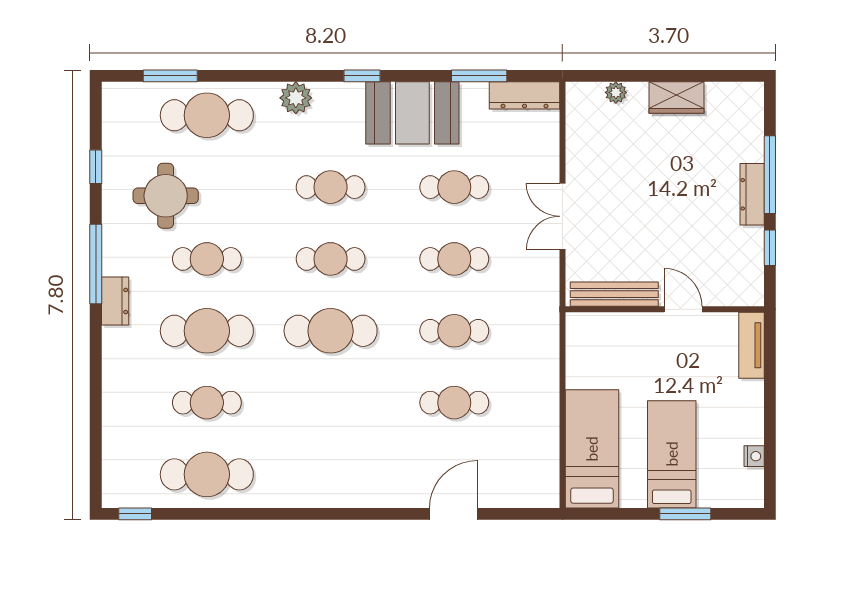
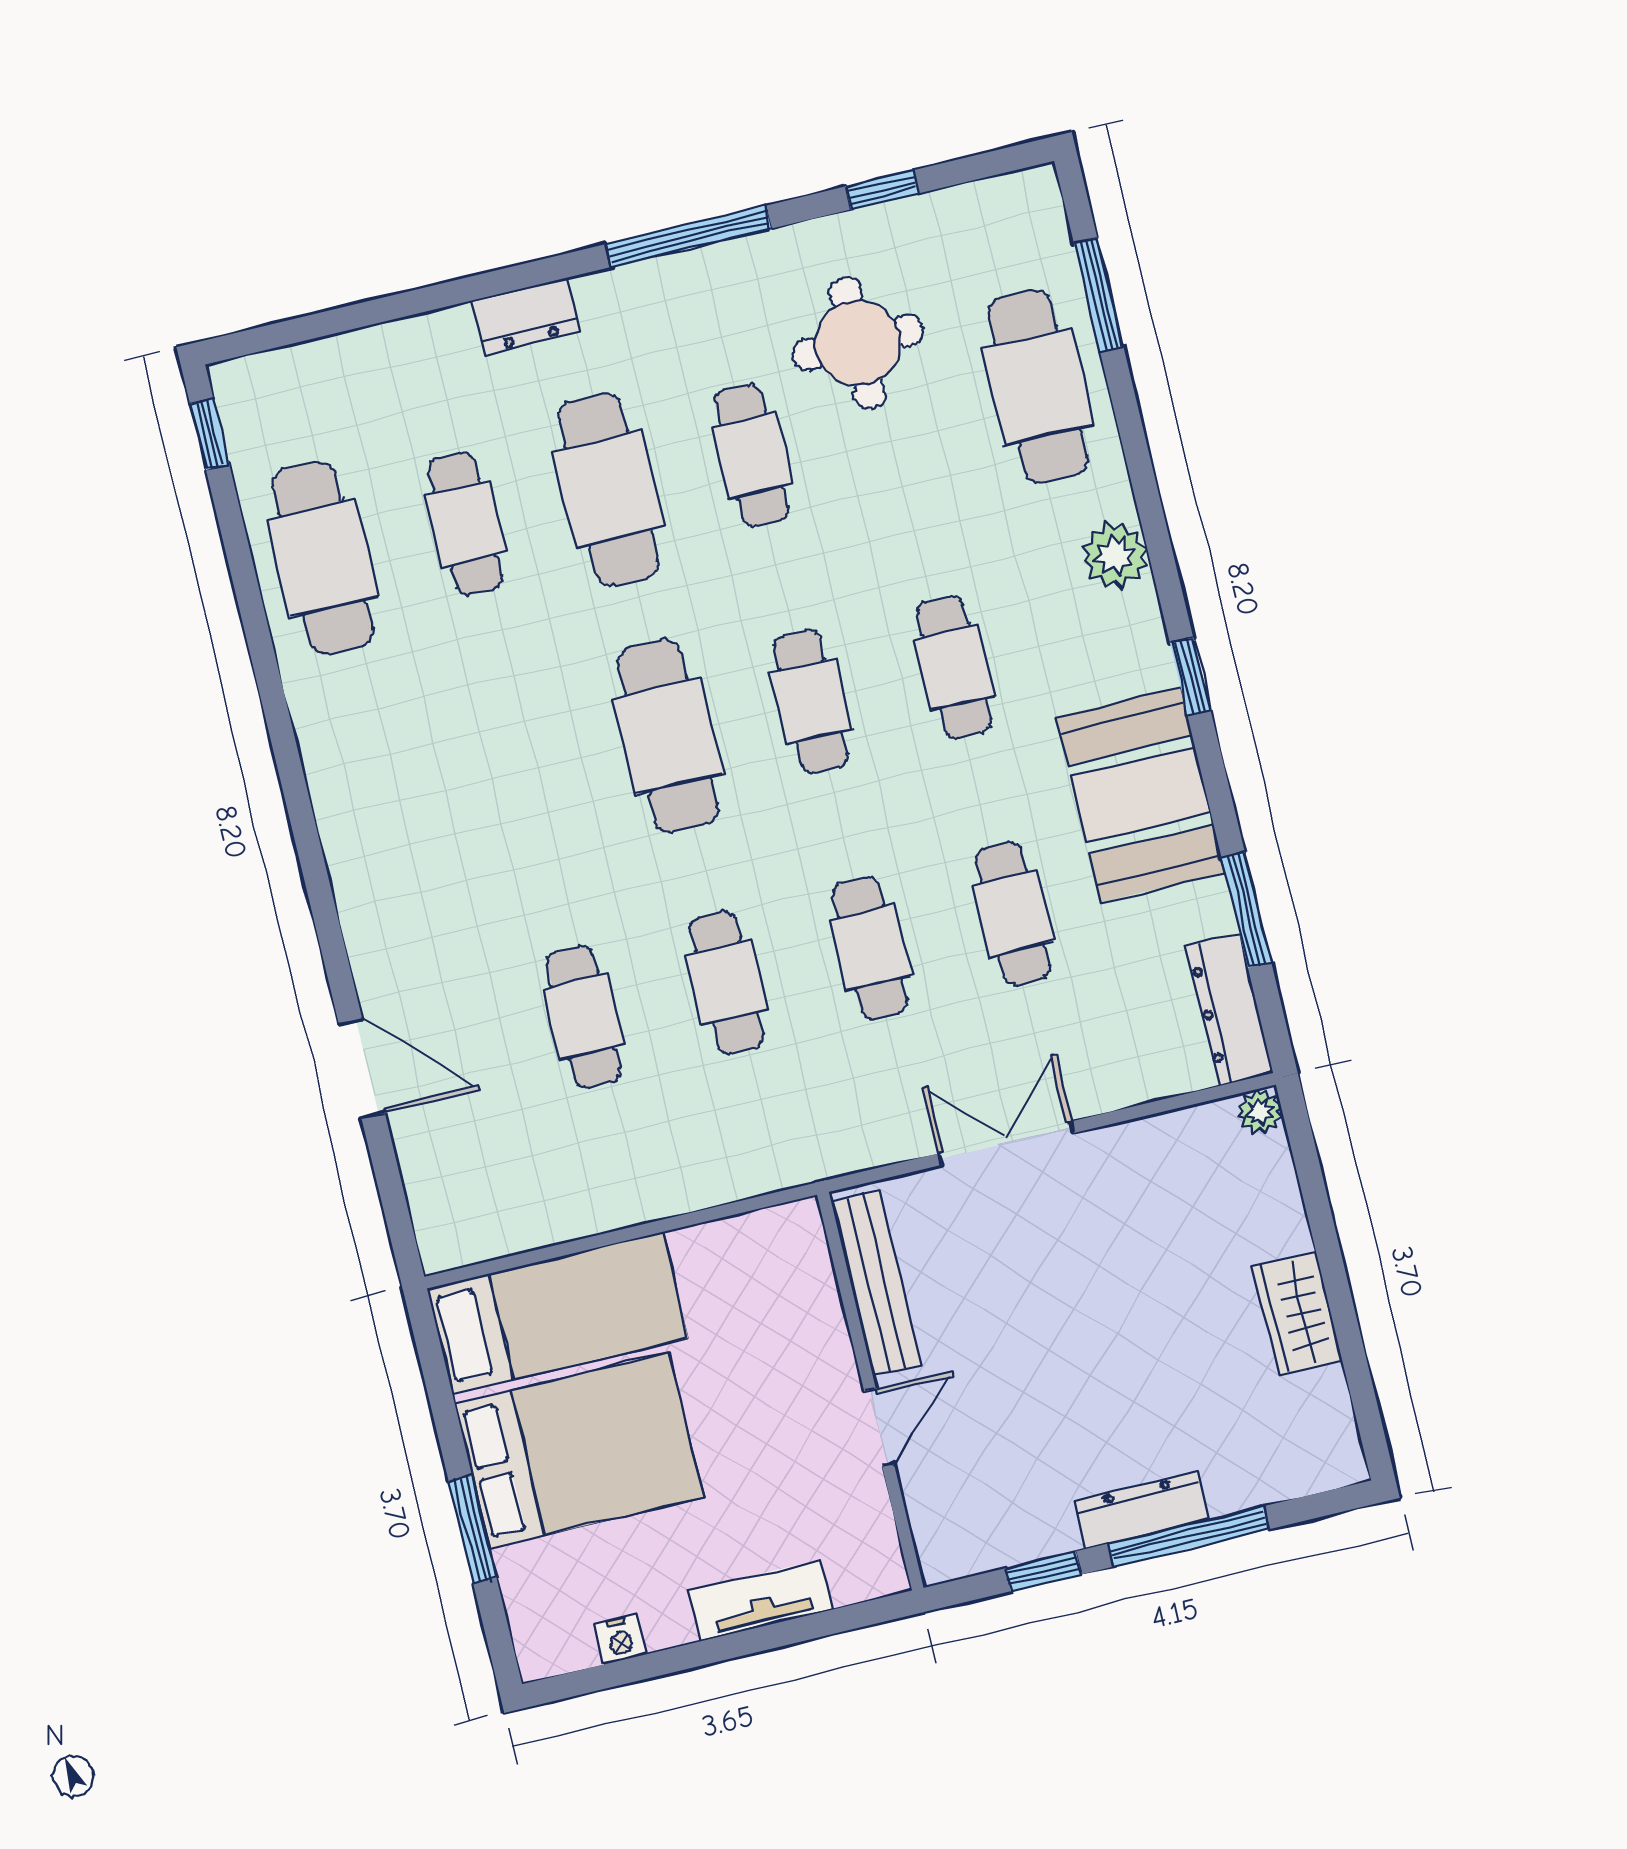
plant: (616, 92) -> (1260, 1111), moved
dresser: (115, 301) -> (526, 316), moved
tv unit: (751, 345) -> (761, 1600), moved
bed: (672, 454) -> (579, 1450), width x1.50

